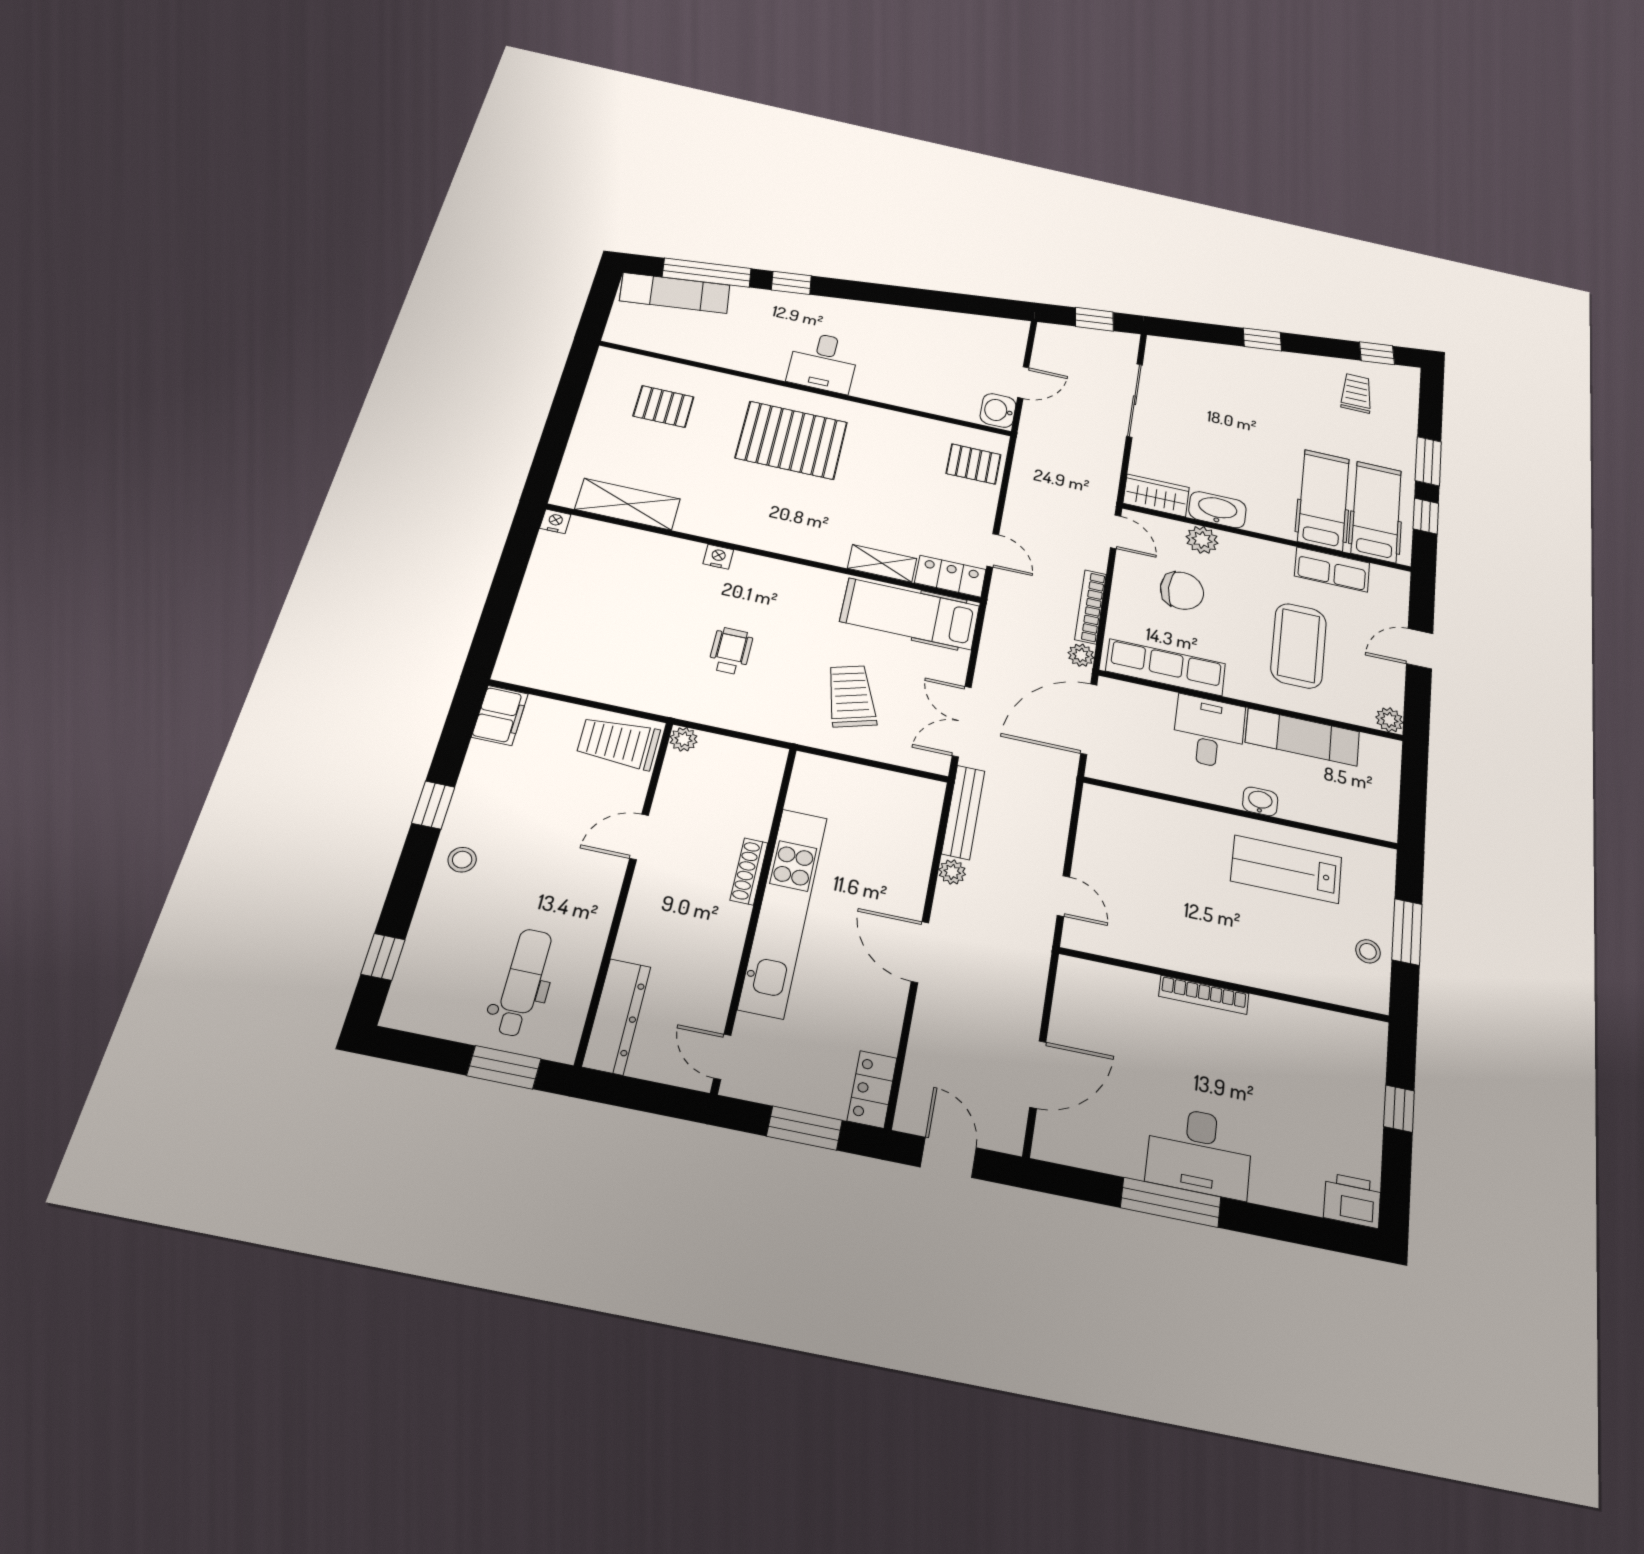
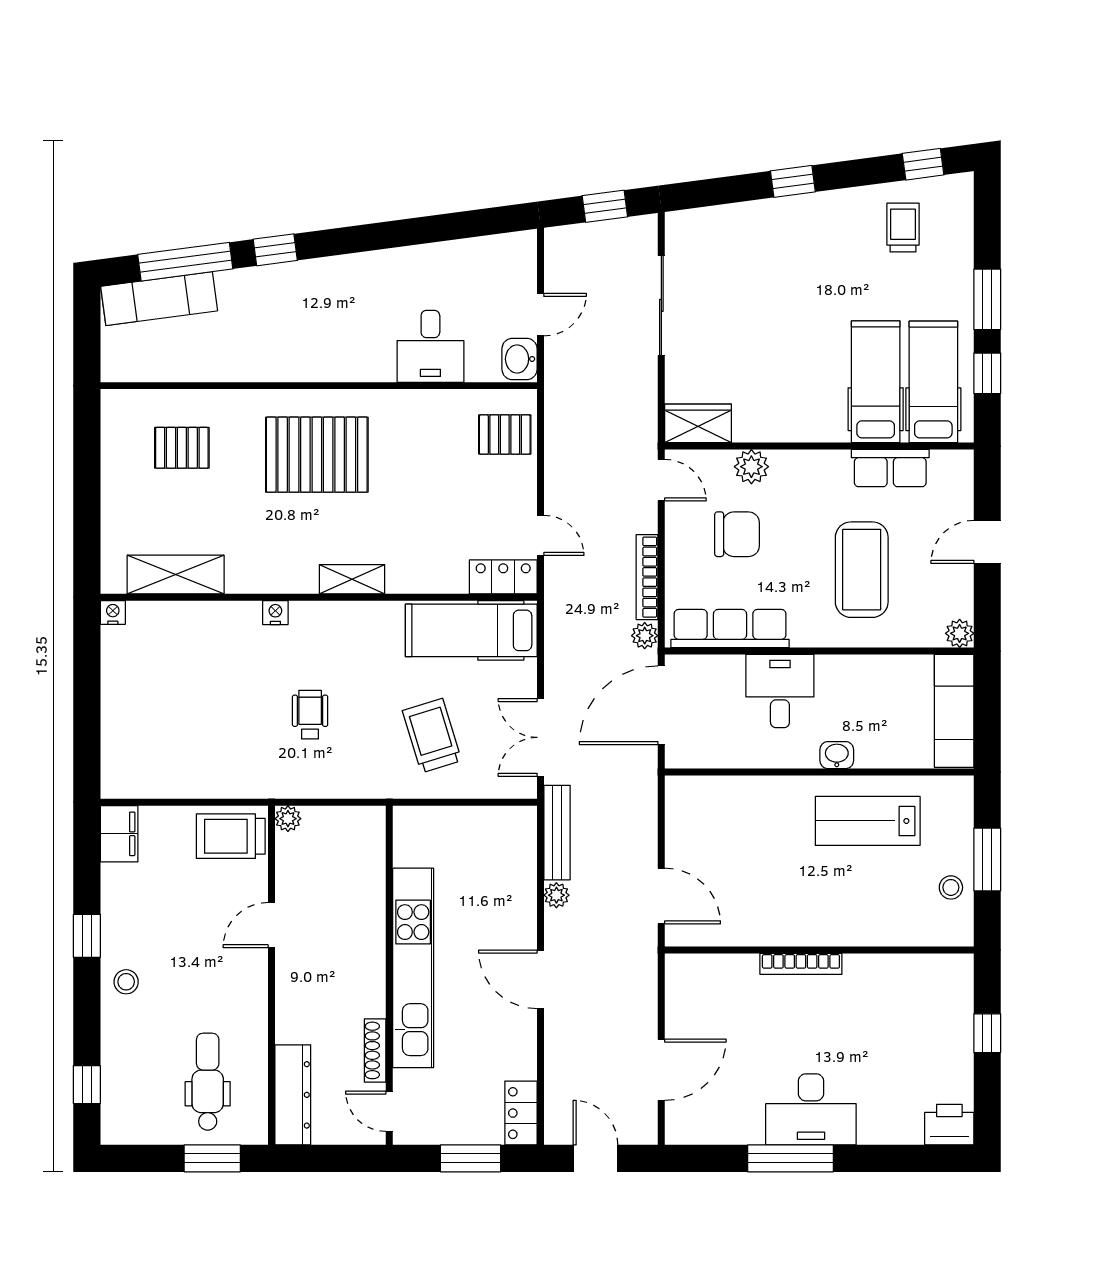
desk: (823, 362) -> (430, 346), moved
washbasin: (1217, 510) -> (764, 424), removed
shelving: (882, 563) -> (352, 579), moved
exam couch: (1302, 737) -> (954, 711), moved, turned 90
shoe rack: (749, 871) -> (375, 1050), moved
door: (1063, 896) -> (661, 896), width x1.38

